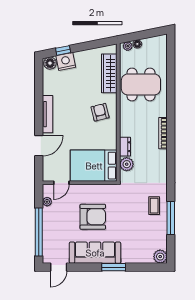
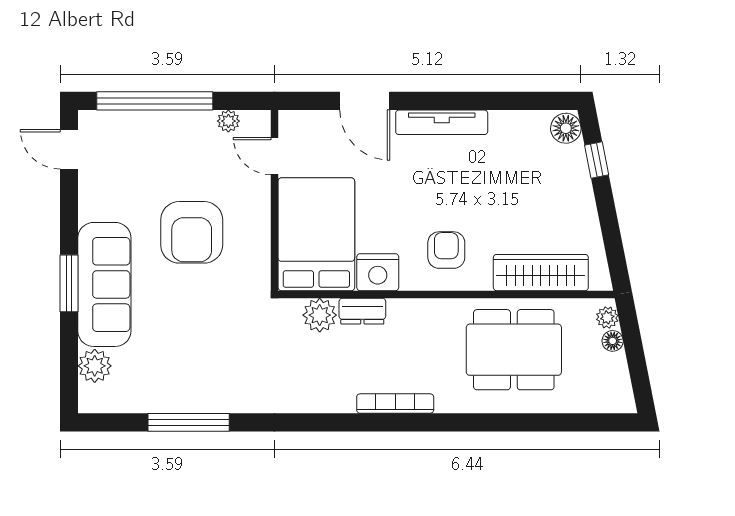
nightstand: (66, 62) -> (378, 272), moved, turned 101
dining table: (141, 84) -> (514, 350), turned 90
armchair: (100, 112) -> (446, 250), turned -76
coffee table: (154, 206) -> (219, 382), removed
sofa: (95, 253) -> (104, 284), moved
plant: (160, 257) -> (95, 366), moved

